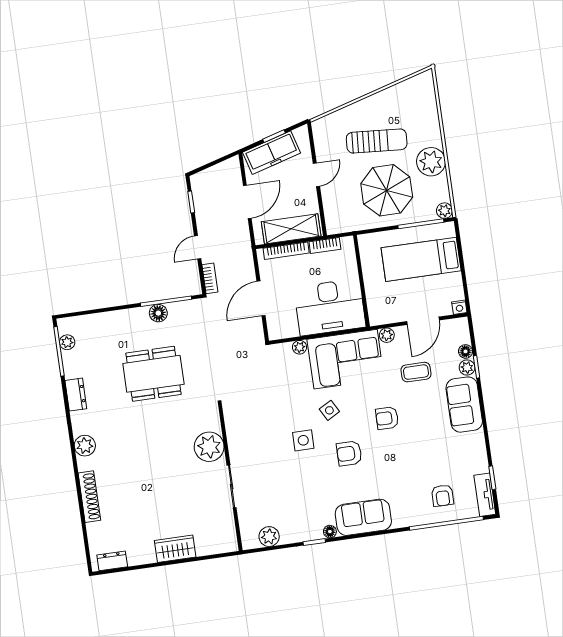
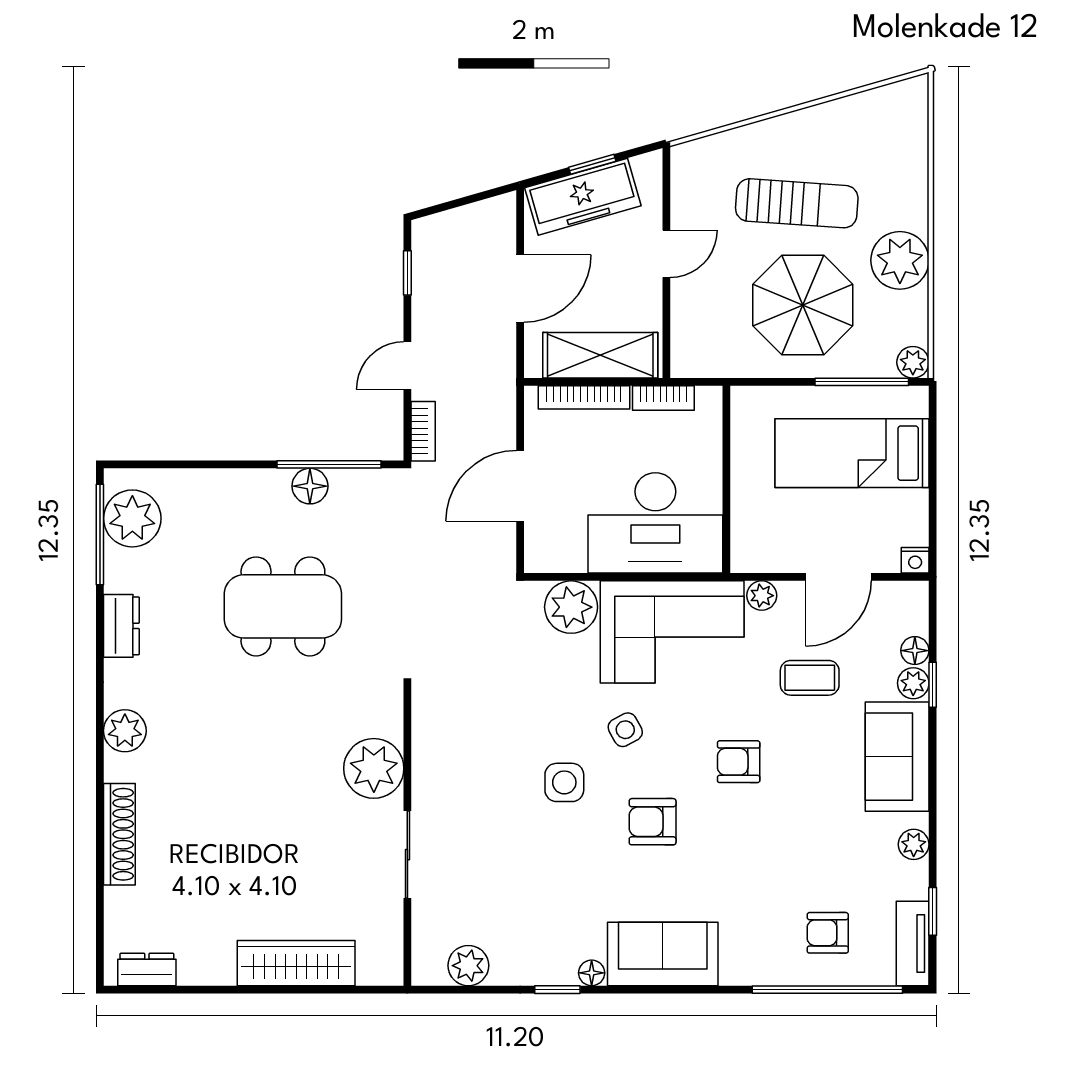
plant: (67, 342) -> (132, 518), width x1.88, depth x1.88
plant: (300, 347) -> (571, 607), width x1.88, depth x1.88
plant: (478, 446) -> (914, 844), added
armchair: (443, 496) -> (828, 933), turned 90
wardrobe: (175, 549) -> (296, 963), width x1.50

